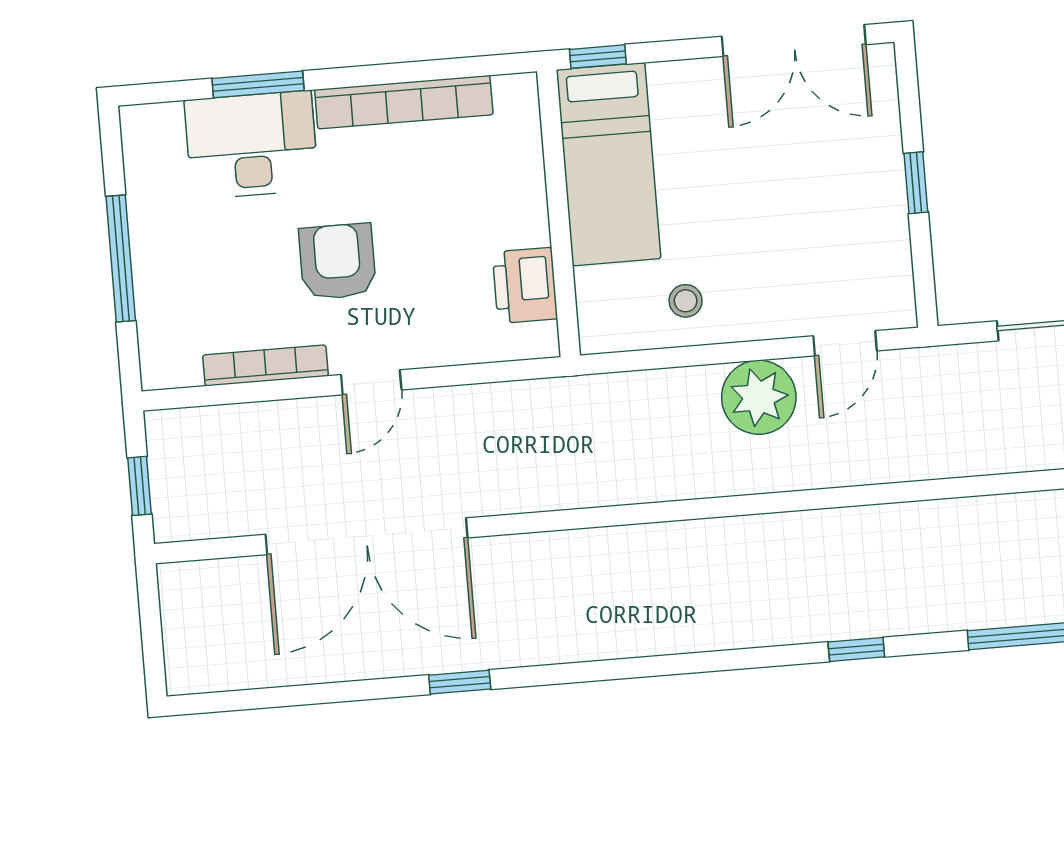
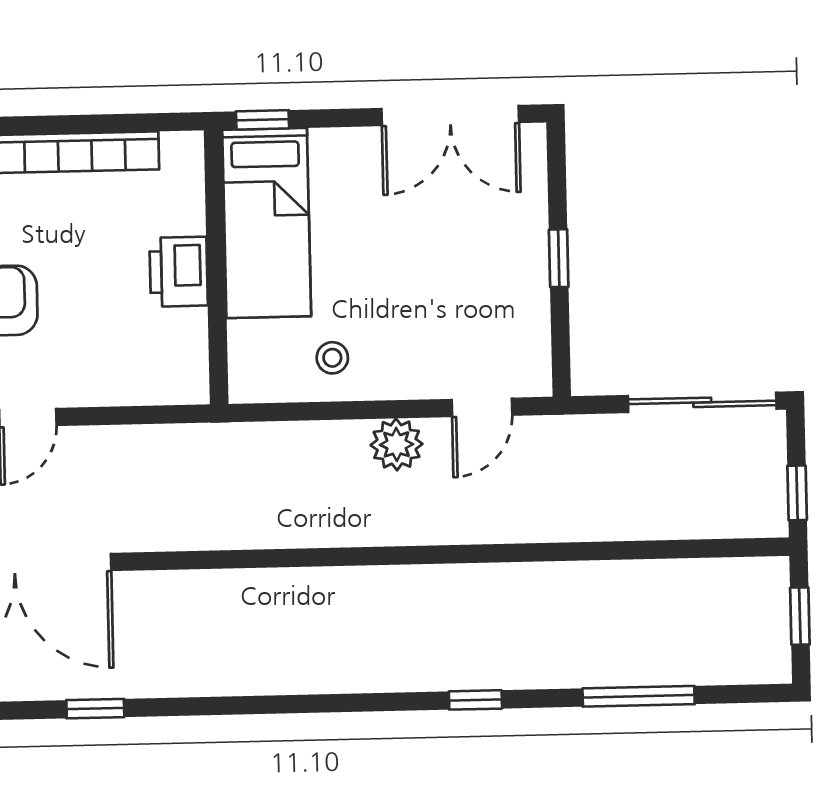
printer: (525, 285) -> (179, 272), moved
plant: (759, 397) -> (397, 444), width x0.73, depth x0.73

